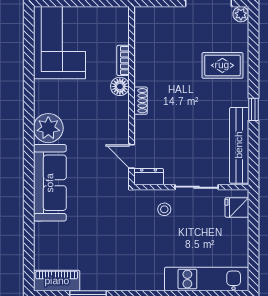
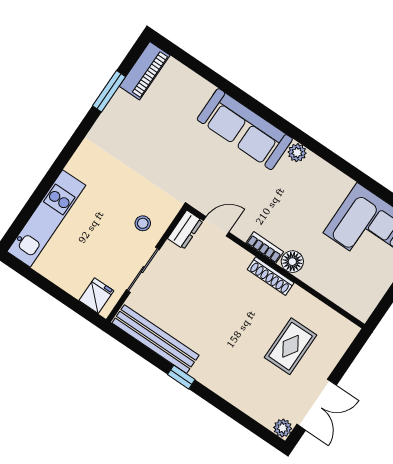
bookcase: (123, 60) -> (265, 247), moved
rug: (222, 65) -> (290, 346), moved
shoe rack: (140, 101) -> (271, 276), width x1.43
plant: (48, 128) -> (297, 153), width x0.53, depth x0.53

